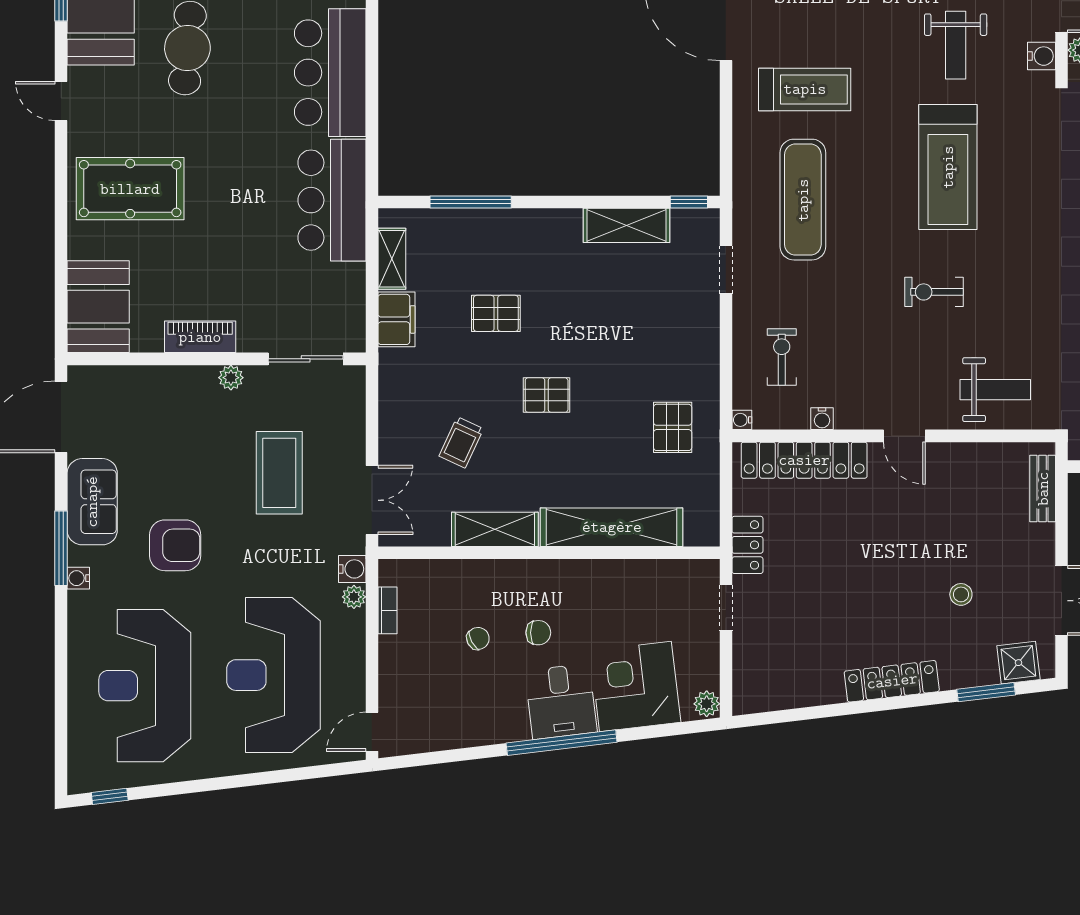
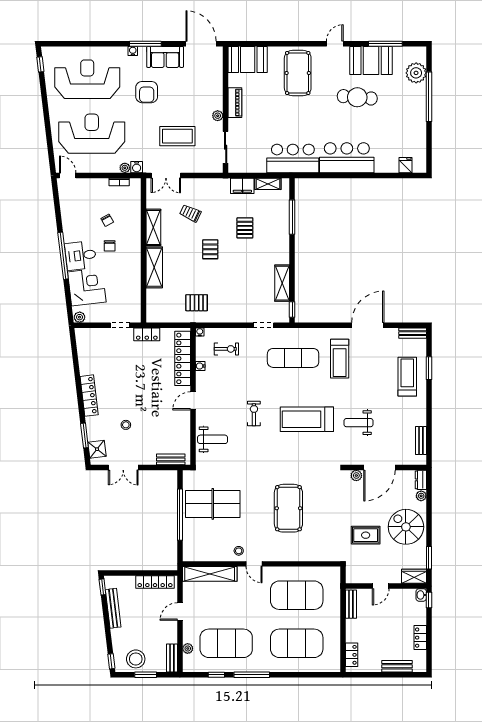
water cooler: (1042, 56) -> (354, 459), removed
weight bench: (995, 390) -> (213, 439), turned -90
shelving: (612, 527) -> (154, 267), width x0.68

